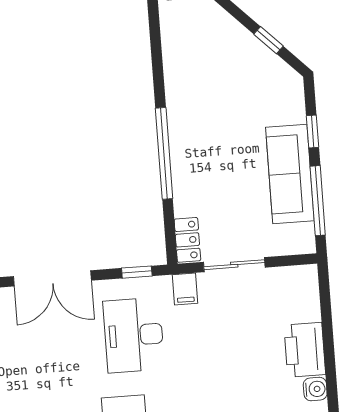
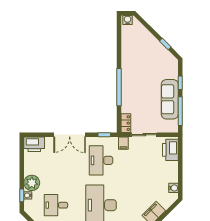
printer: (305, 350) -> (170, 150), moved

